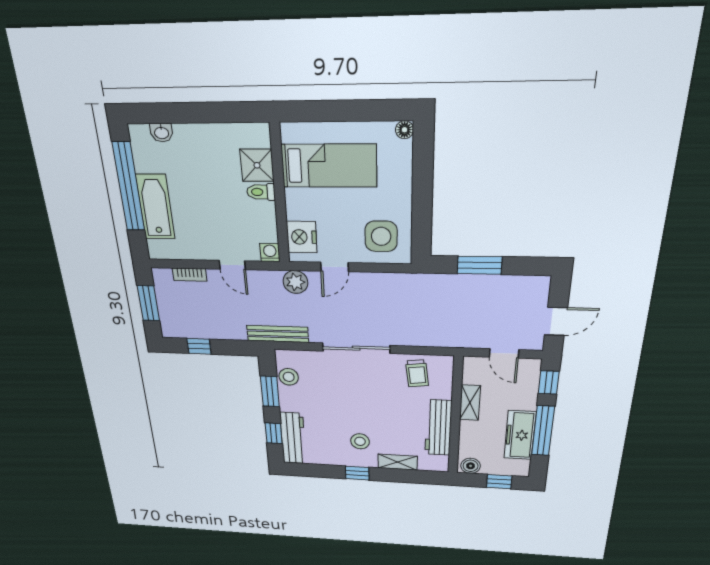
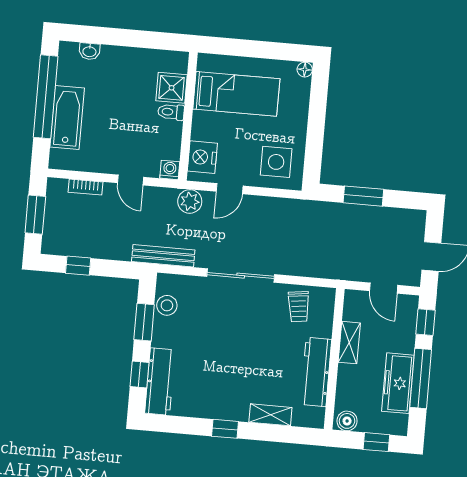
stool: (360, 441) -> (233, 387), removed

